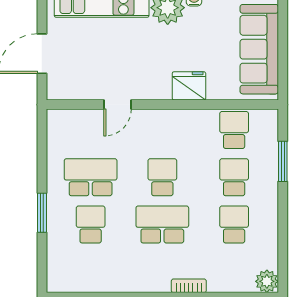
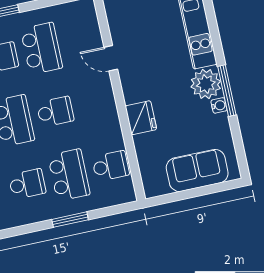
sofa: (259, 49) -> (197, 170), width x0.73
window: (283, 161) -> (70, 220), moved
school desk: (234, 177) -> (69, 175), width x1.85

